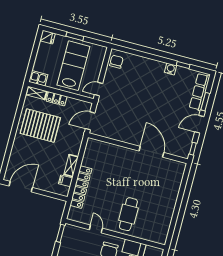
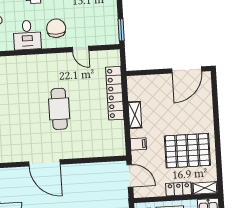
door: (90, 121) -> (130, 176), hinge flipped
filing cabinet: (66, 181) -> (138, 144), moved
cafe table: (128, 214) -> (59, 109), moved

